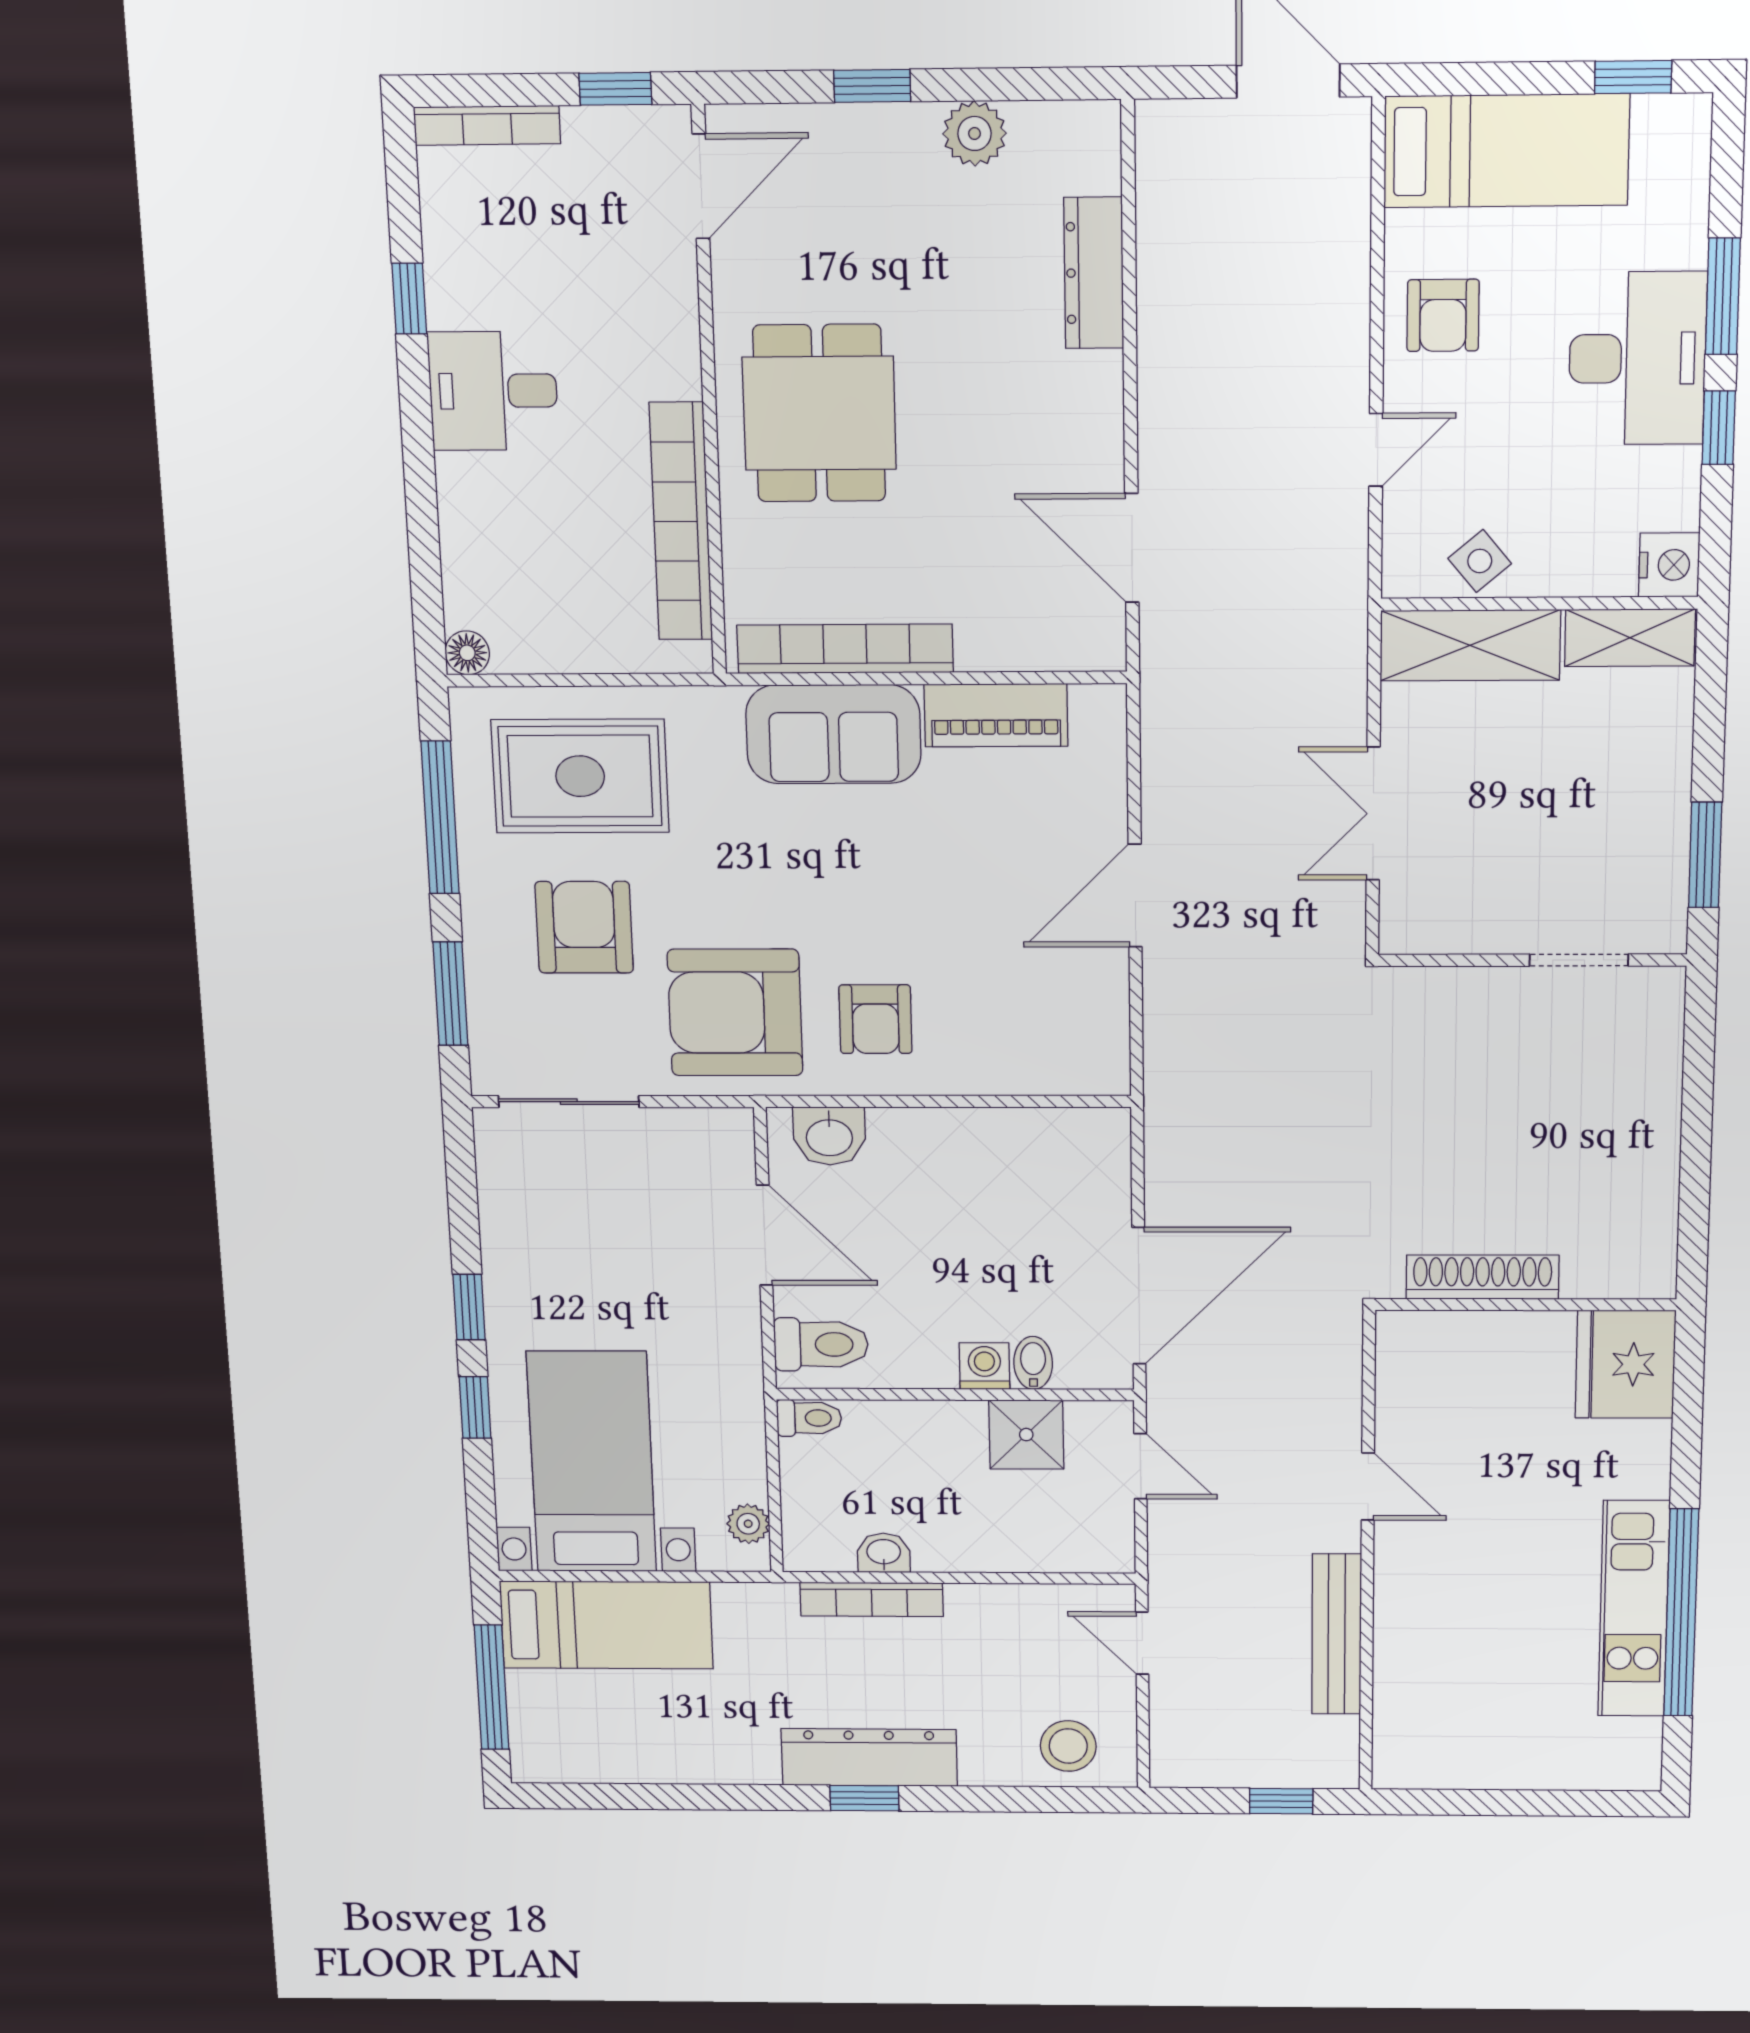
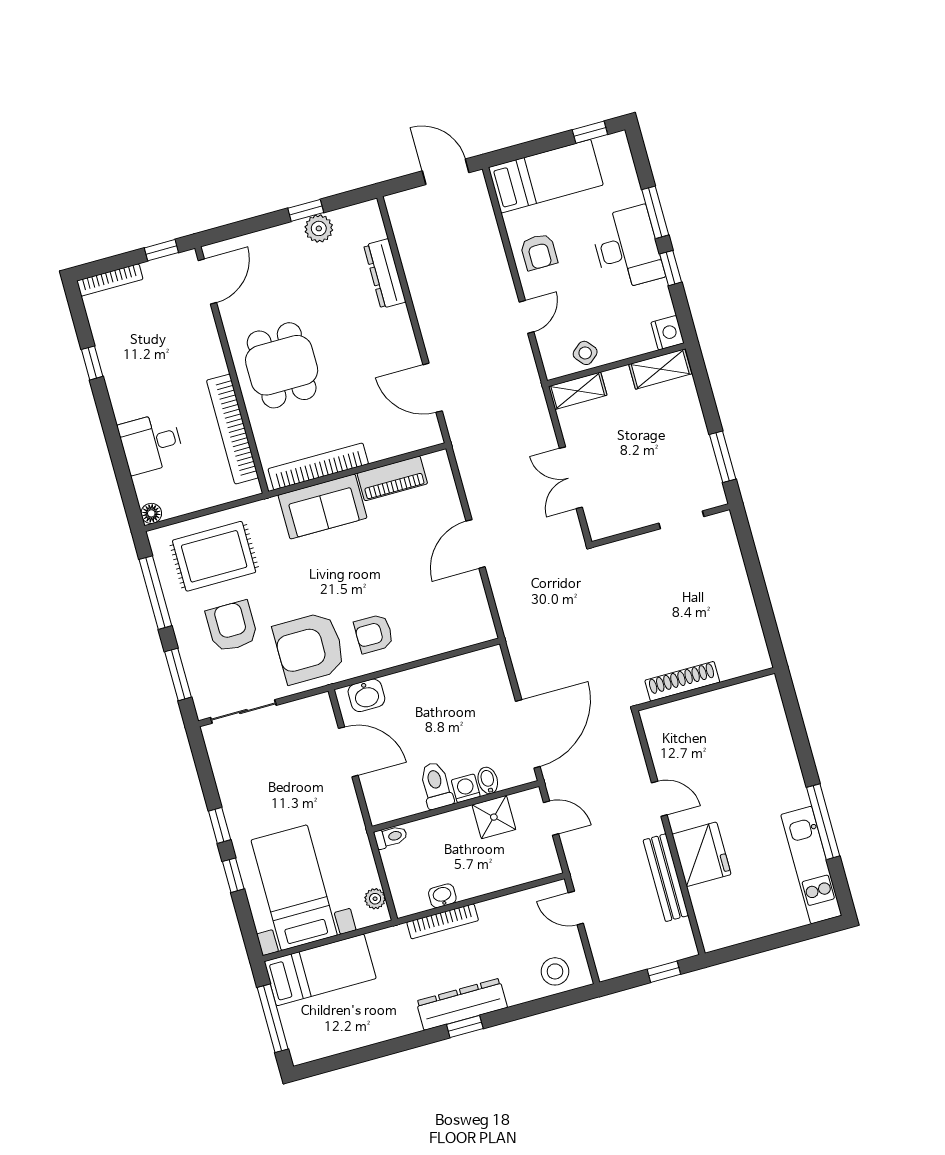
window: (872, 86) -> (306, 210), moved
desk: (493, 391) -> (151, 443), moved
shelving: (1470, 645) -> (578, 391), width x0.67, depth x0.75
armchair: (875, 1019) -> (374, 634), turned 90
toilet: (821, 1344) -> (436, 785), moved, turned -90
fridge: (1625, 1364) -> (701, 854), moved, turned 180
kitchen unit: (1634, 1609) -> (811, 865), moved
window: (1681, 1613) -> (823, 822), width x0.68

